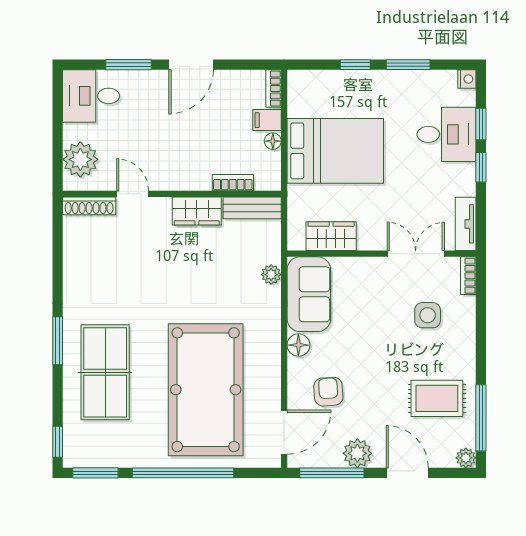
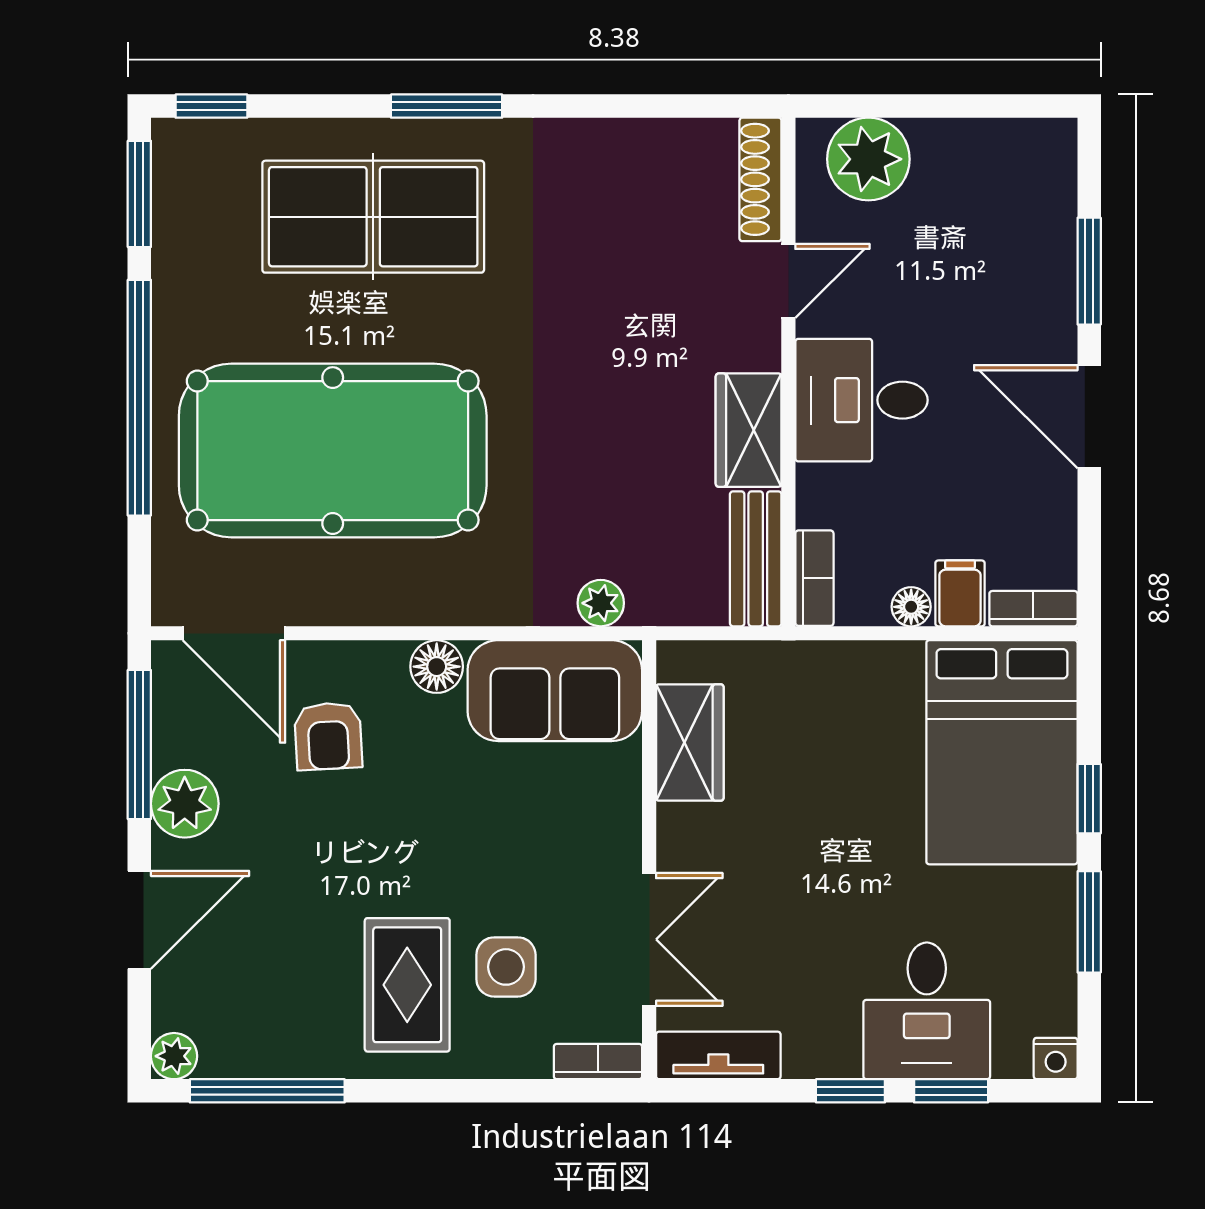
desk: (91, 96) -> (861, 400), moved, turned -90
bed: (335, 151) -> (1002, 752), moved
bookcase: (233, 183) -> (814, 578), moved
armchair: (328, 392) -> (328, 736), turned 91
rug: (437, 398) -> (407, 985), moved

